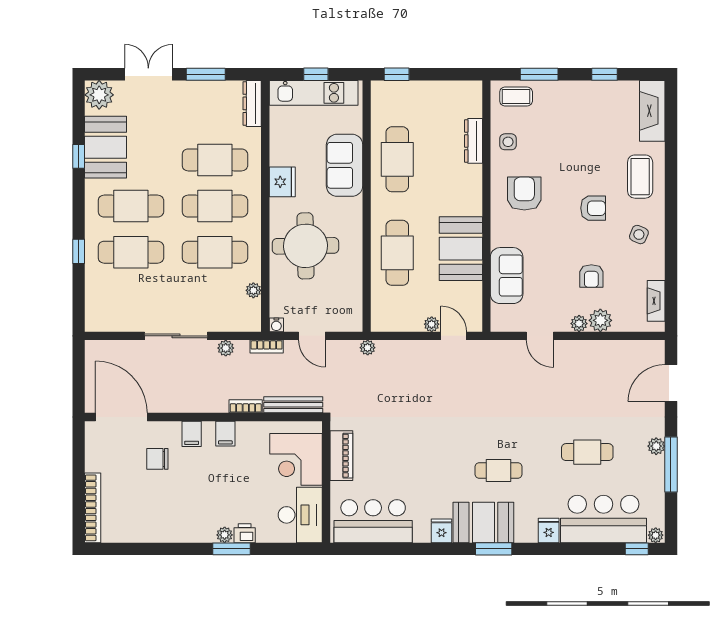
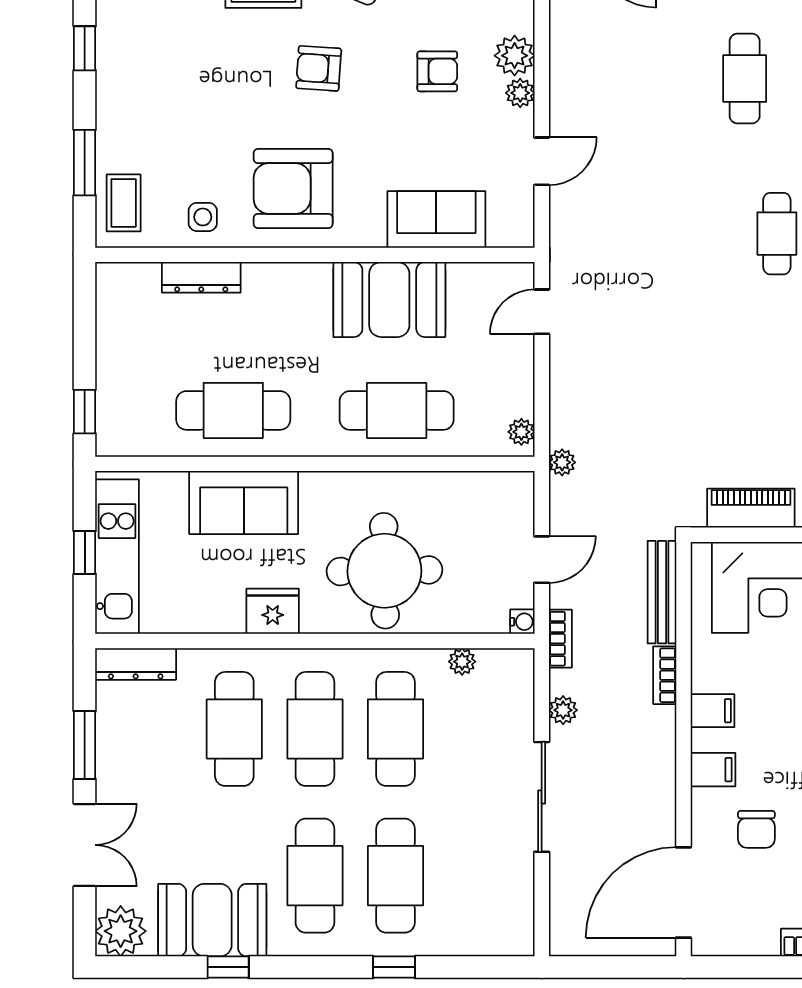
double door: (148, 74) -> (85, 845), swing flipped
armchair: (524, 194) -> (293, 188), width x1.36, depth x1.36
armchair: (593, 208) -> (319, 68), turned -86
plant: (432, 324) -> (521, 432), moved

